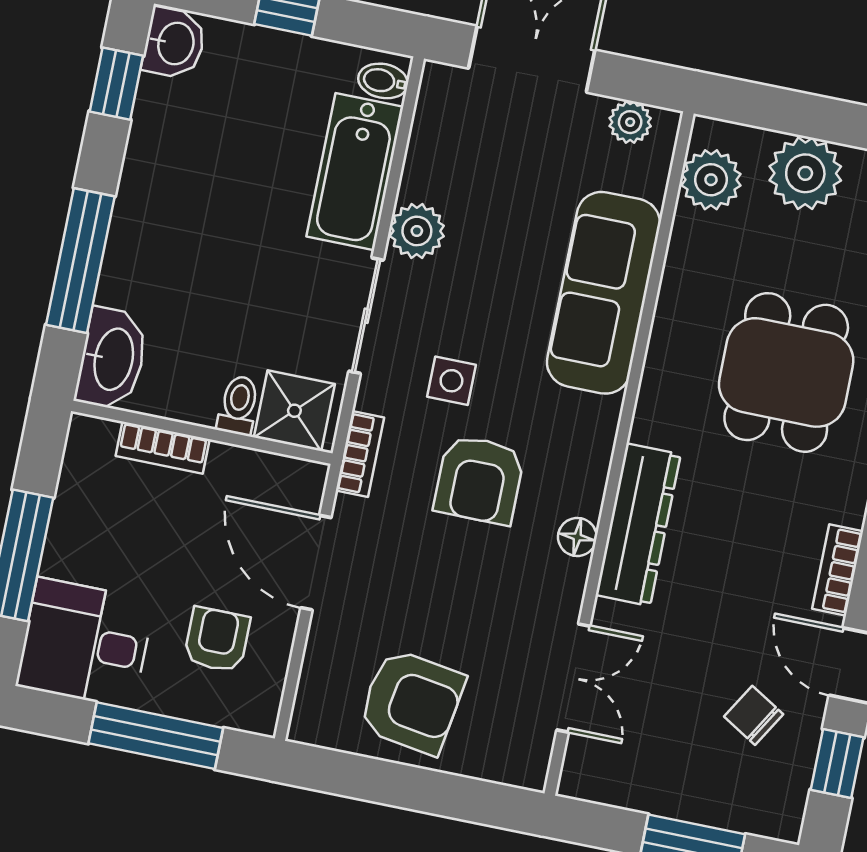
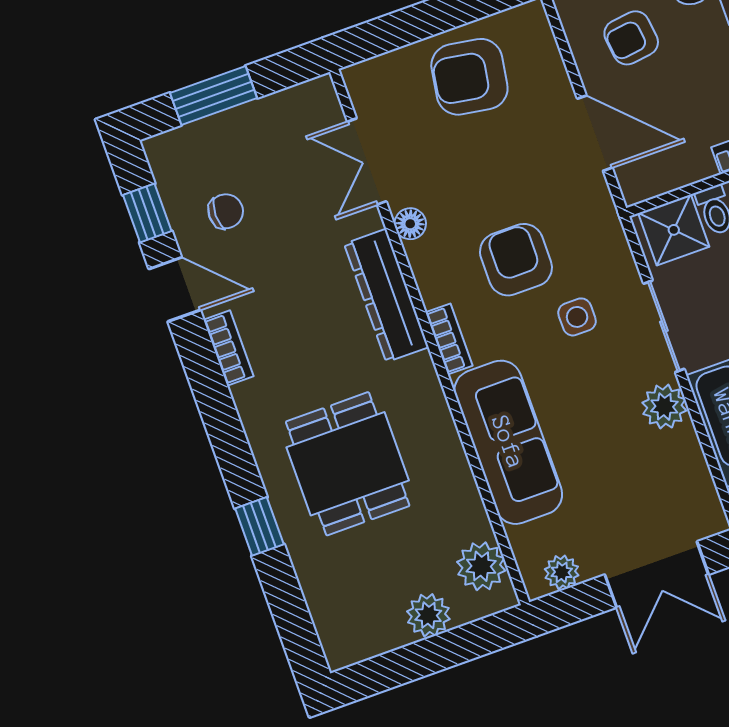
plant: (805, 173) -> (428, 615), width x0.73, depth x0.73
bookcase: (360, 454) -> (449, 339), moved, turned 180
floor lamp: (577, 537) -> (410, 224), moved
armchair: (217, 640) -> (631, 38), turned 83
chair: (754, 715) -> (226, 211), turned -31

